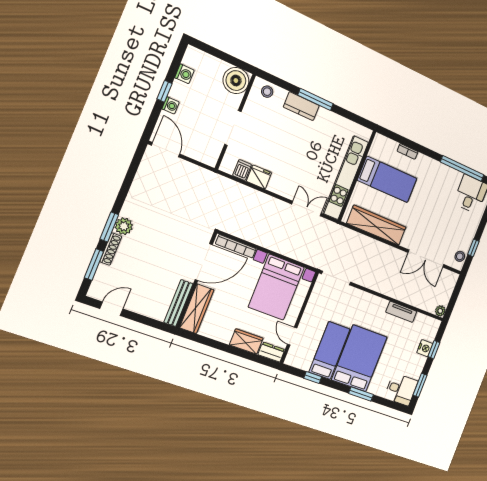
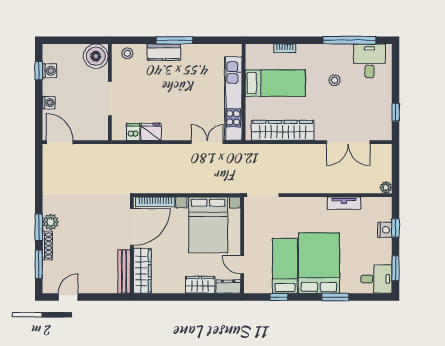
window: (164, 91) -> (39, 71), moved
stool: (460, 256) -> (335, 80), moved

